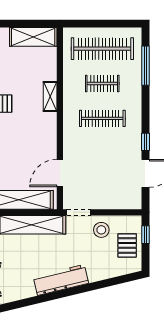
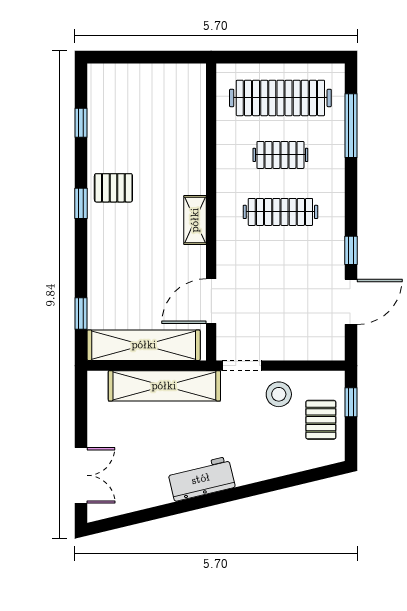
shelving: (33, 37) -> (167, 79), removed
shelving: (50, 97) -> (195, 220), moved
workbench: (61, 280) -> (201, 479), width x0.73

